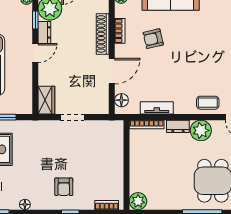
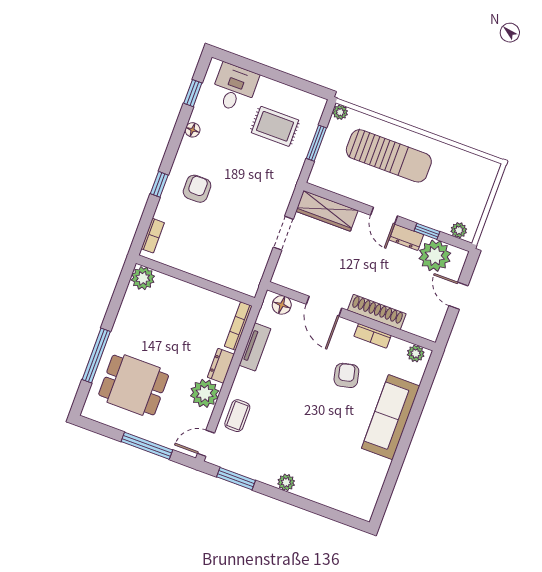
wardrobe: (46, 100) -> (327, 211), width x1.50
armchair: (64, 187) -> (197, 189), turned 90

